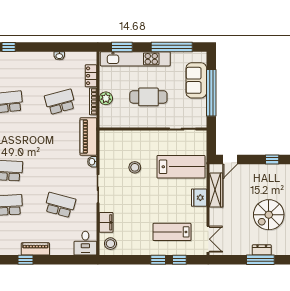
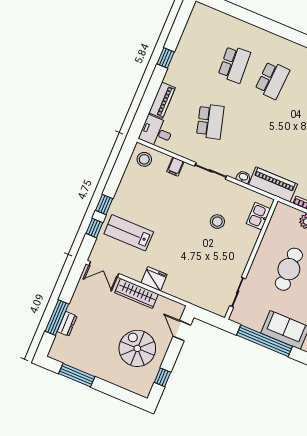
kitchen sink: (117, 138) -> (258, 216), added
lab bench: (181, 167) -> (197, 273), removed
wardrobe: (216, 190) -> (137, 293), moved
school desk: (60, 205) -> (210, 121), turned -30
spiral stairs: (269, 215) -> (137, 348), moved
filing cabinet: (106, 222) -> (175, 167), width x0.50
lab bench: (172, 232) -> (129, 233), turned -90
piano: (35, 249) -> (162, 100), moved

